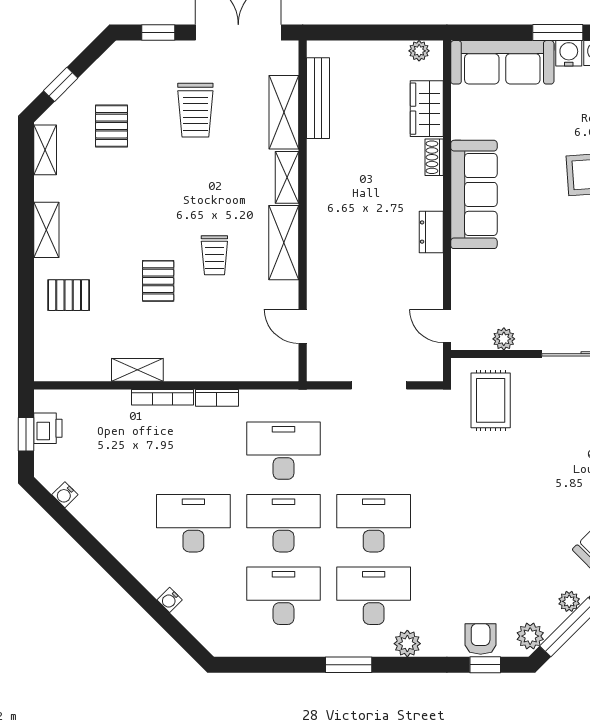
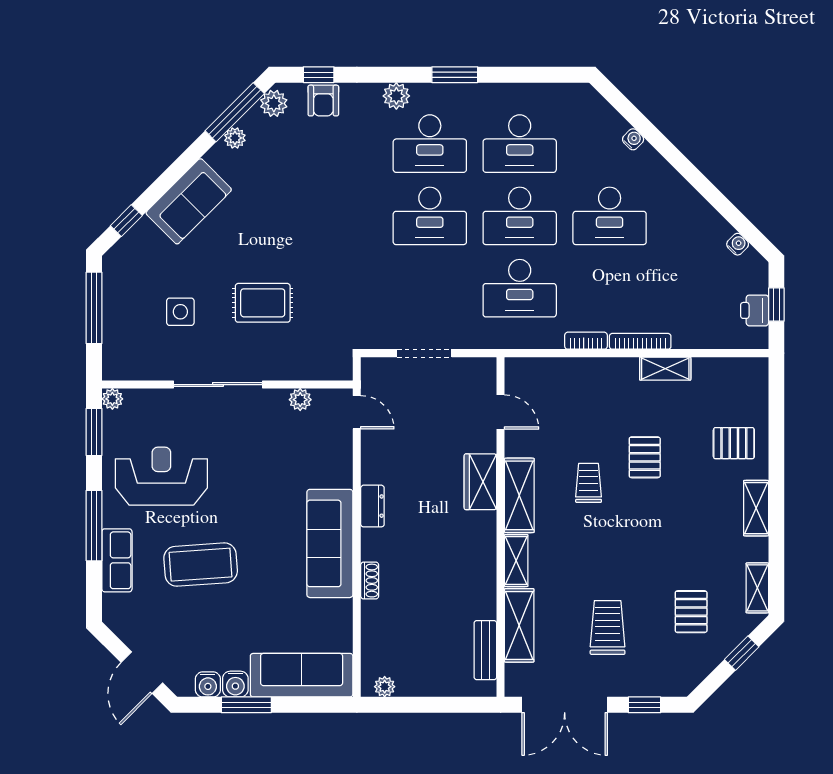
bench: (318, 98) -> (485, 650), width x0.73
wardrobe: (427, 109) -> (480, 482), moved, turned 180
rug: (491, 400) -> (263, 303), moved, turned 90

